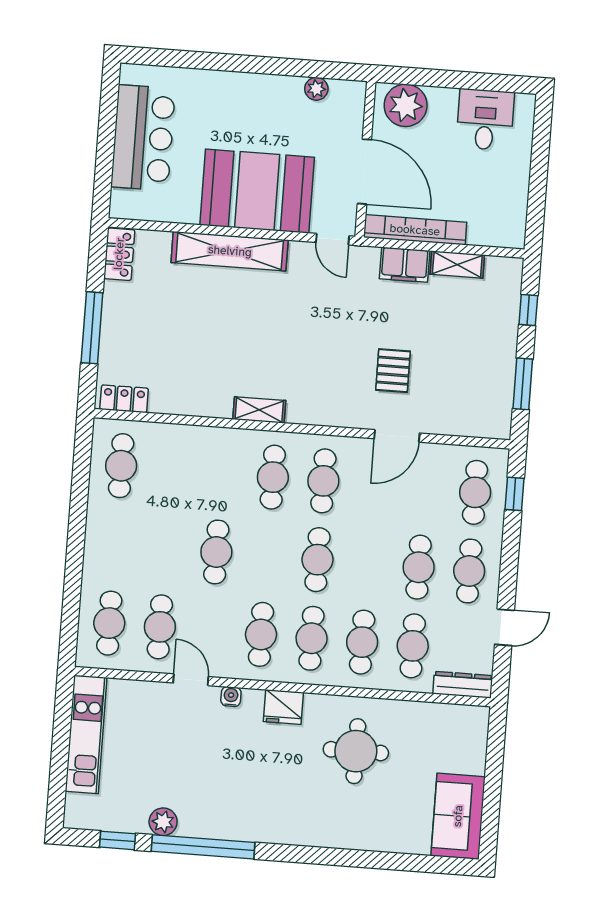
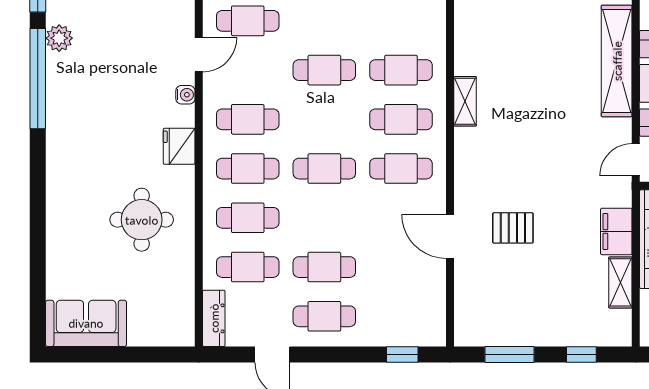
cafe table: (475, 492) -> (401, 70), moved

